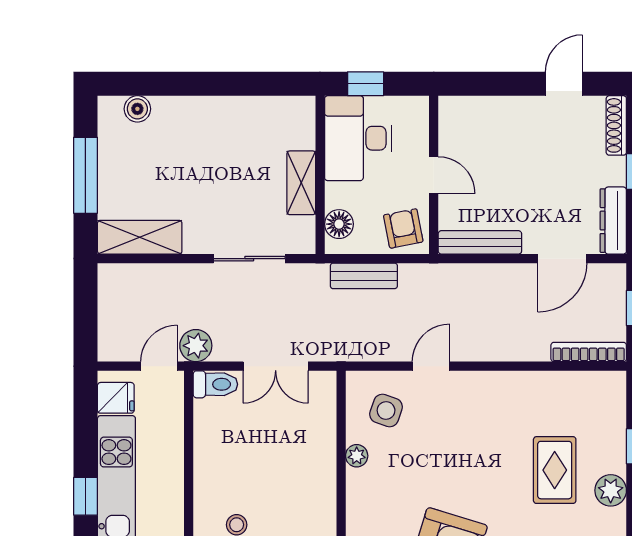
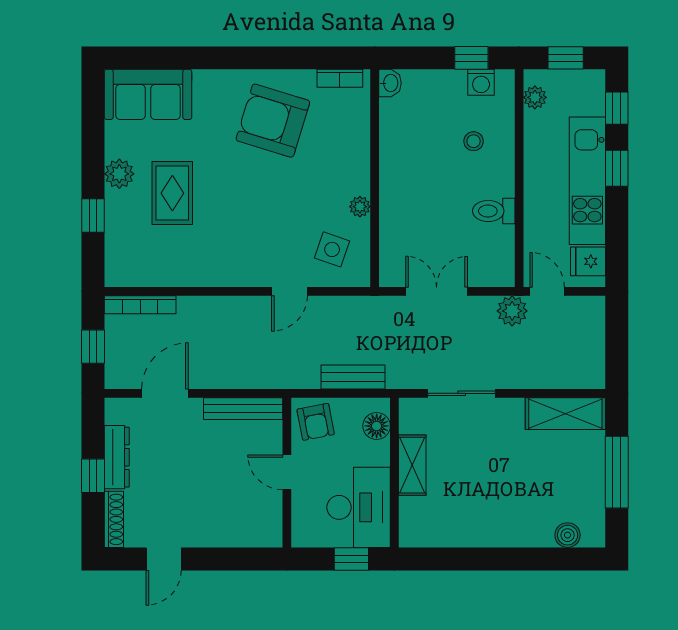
dresser: (613, 221) -> (117, 457), moved
door: (159, 366) -> (547, 291), swing flipped
toilet: (215, 384) -> (494, 211), moved

